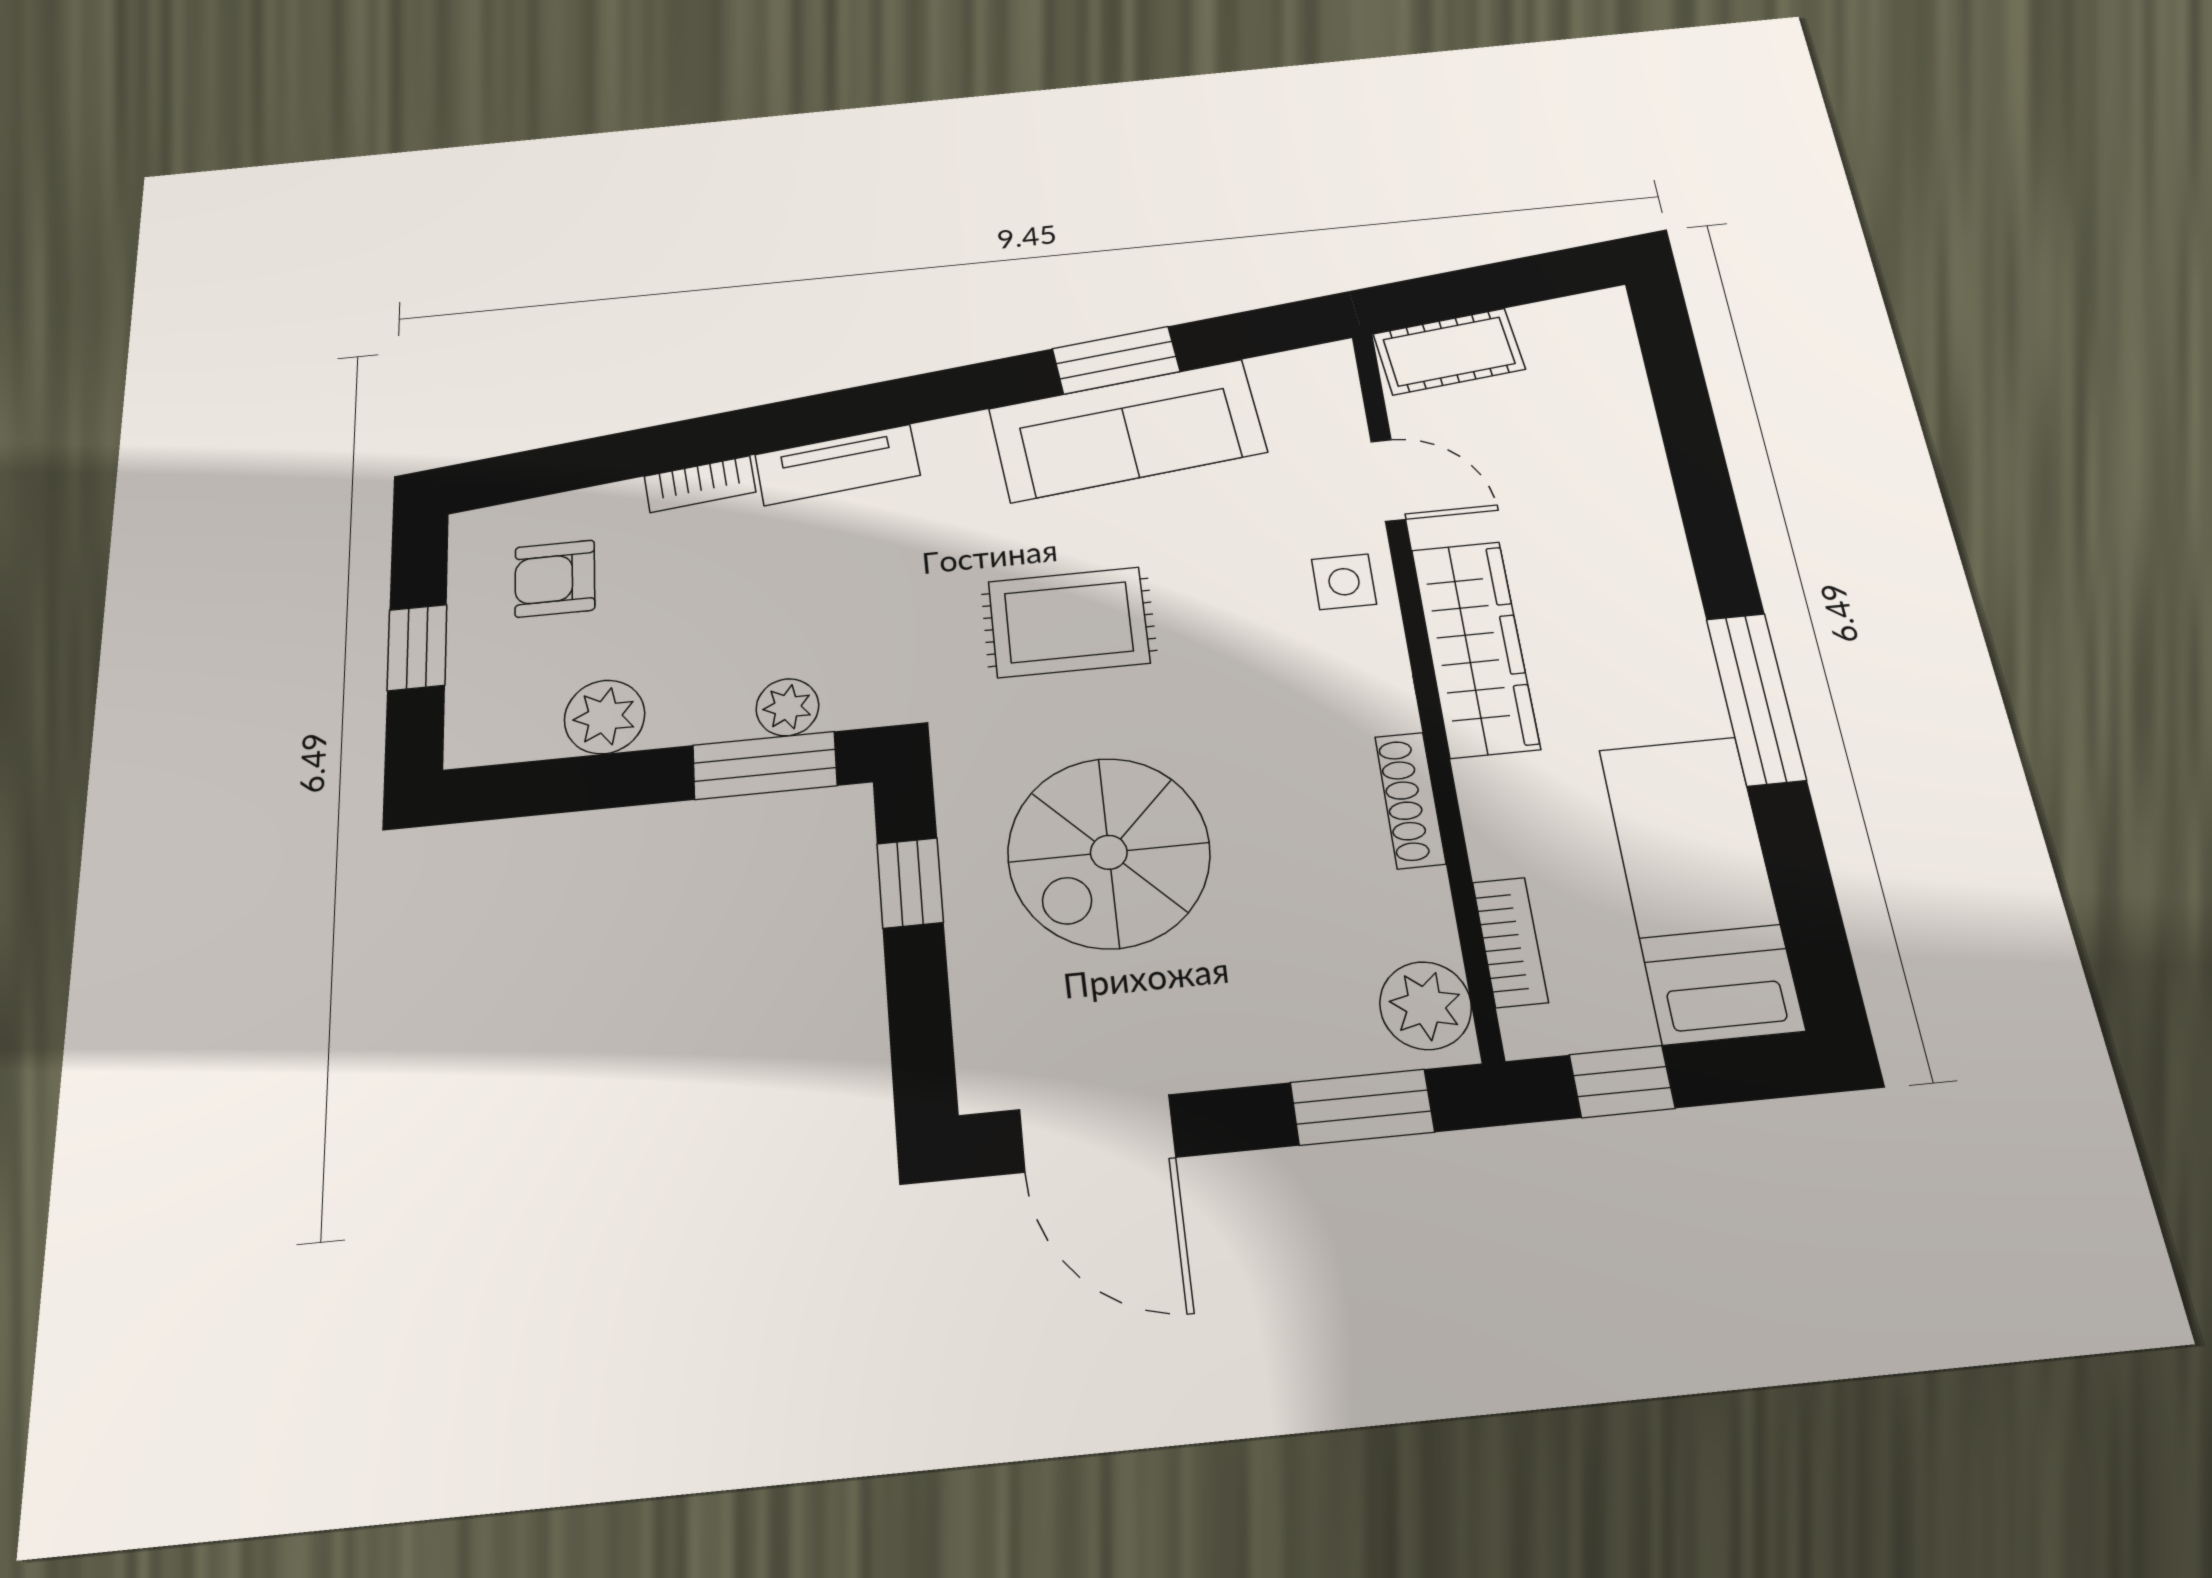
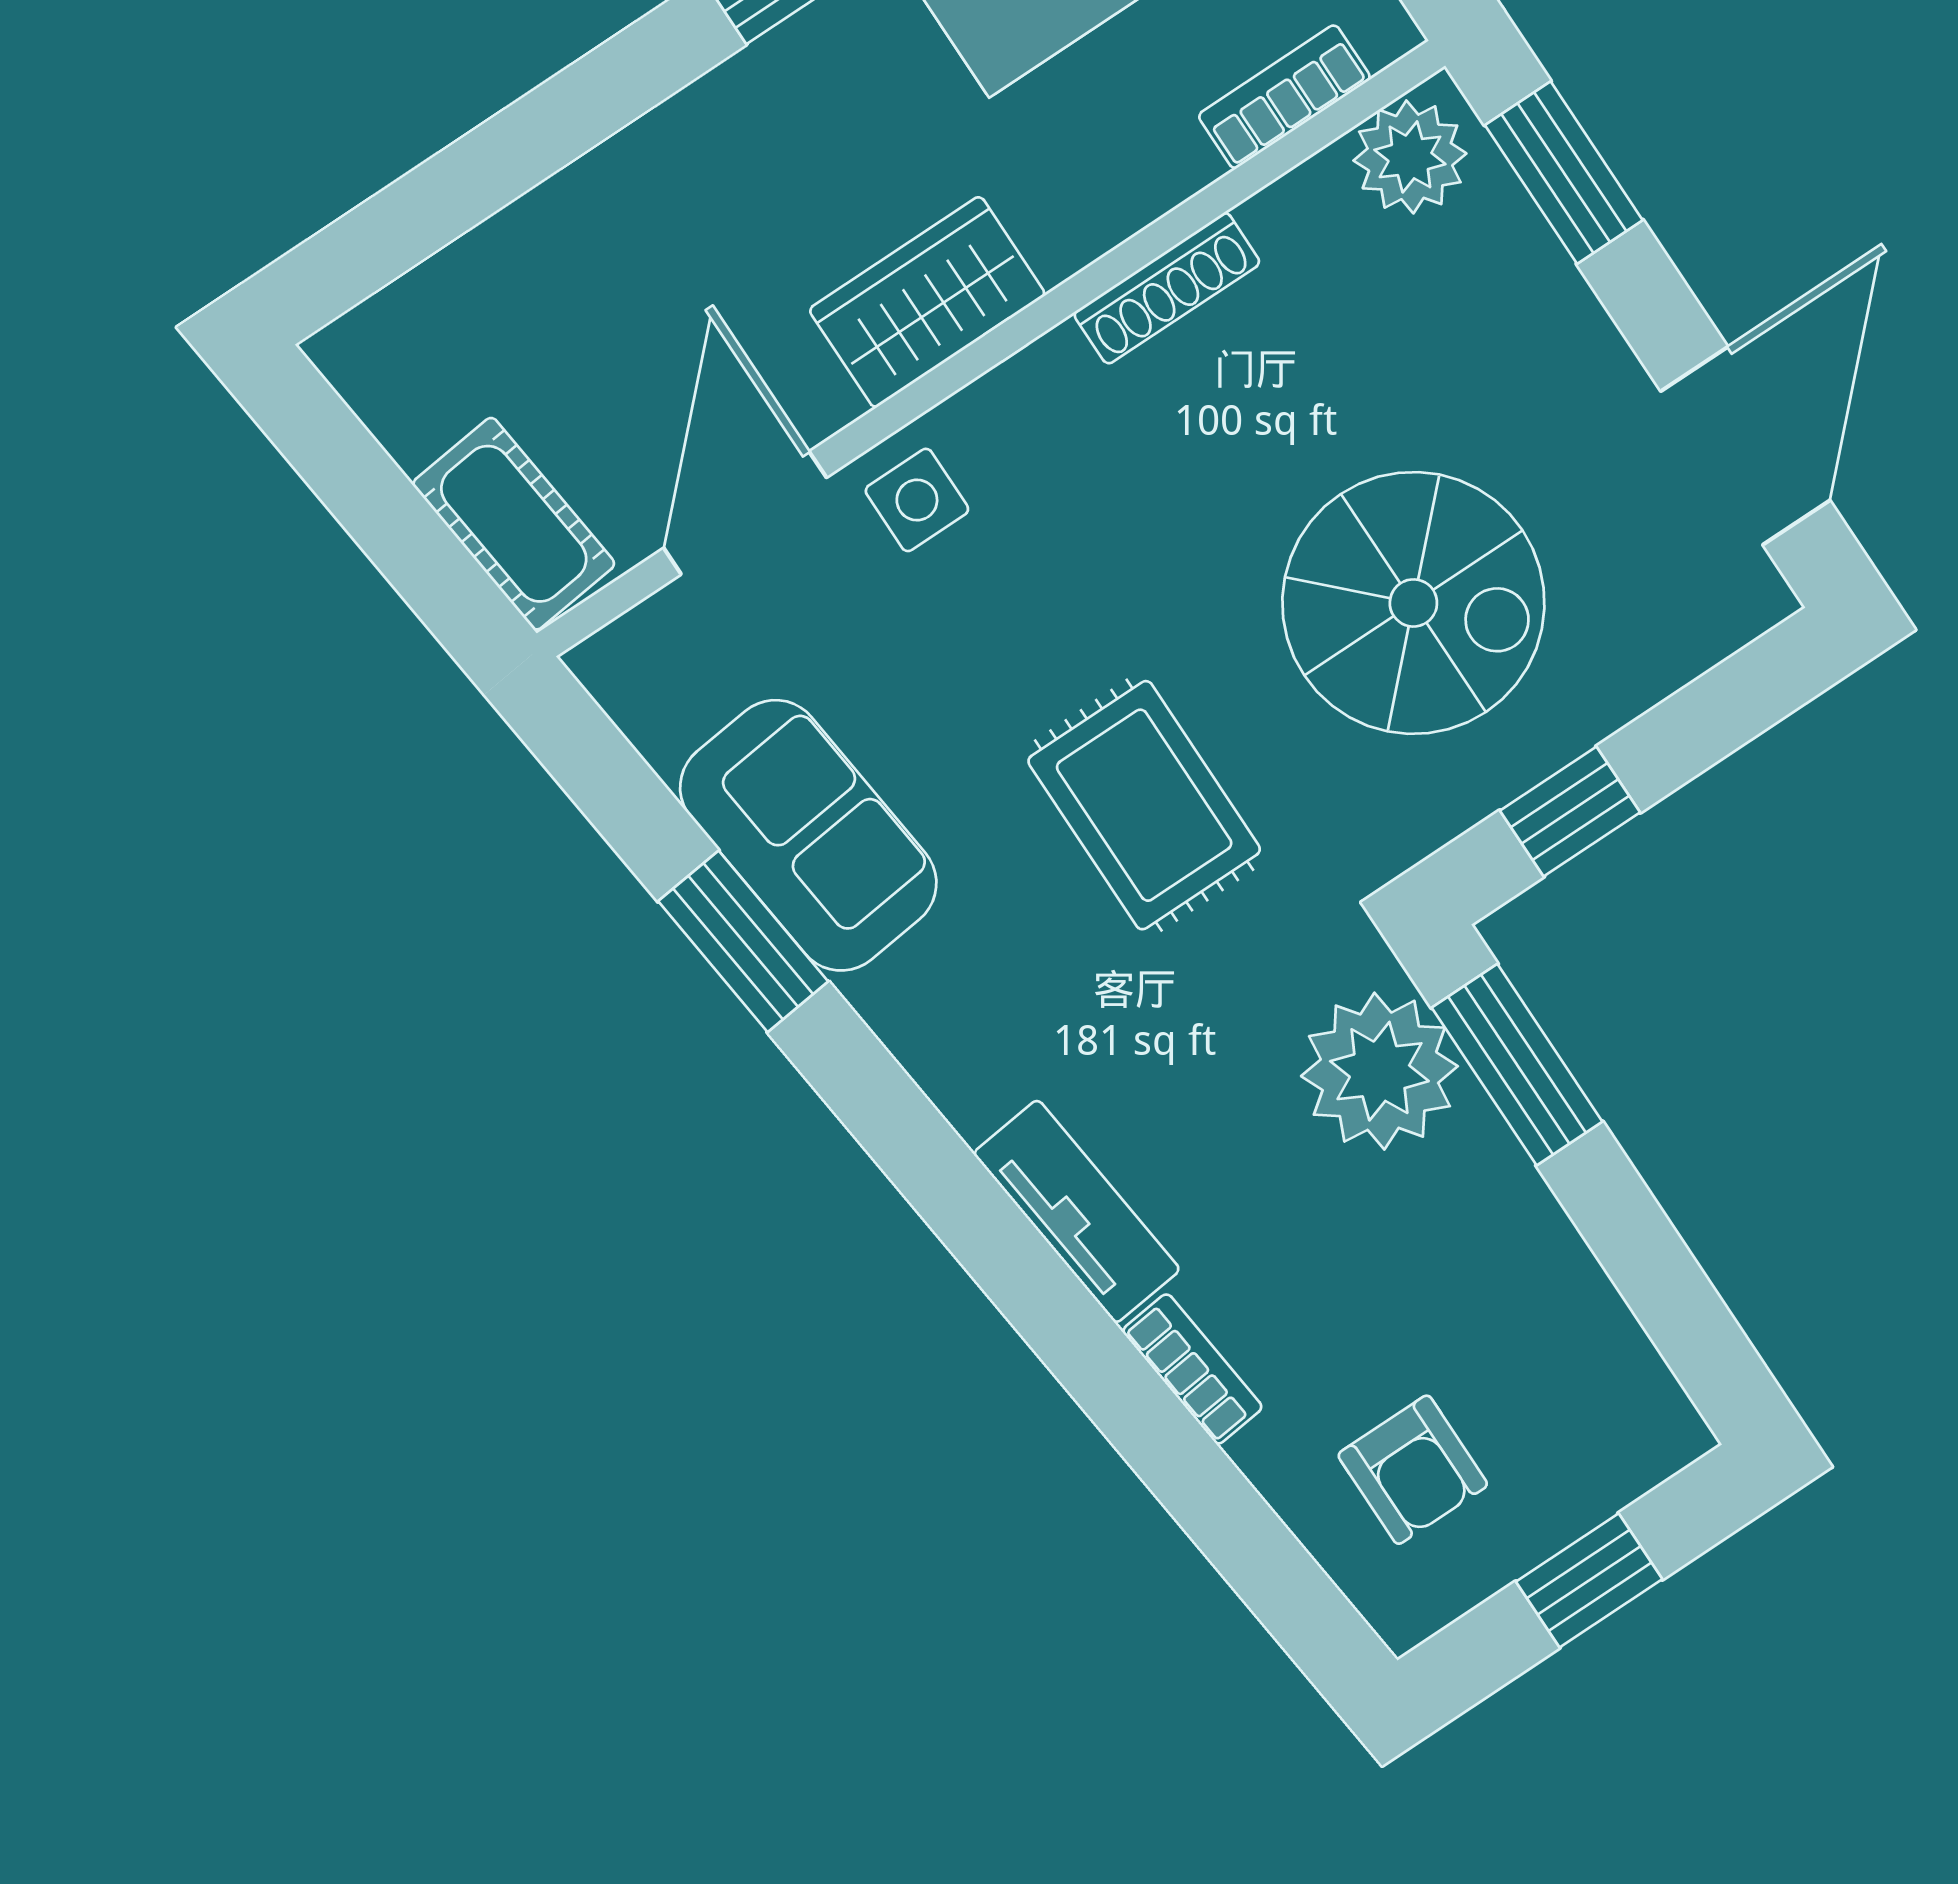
sofa: (1127, 431) -> (808, 835), width x0.73
door: (1388, 480) -> (745, 513), width x1.38
wardrobe: (1475, 648) -> (927, 302), width x0.67
plant: (787, 707) -> (1379, 1071), width x1.88, depth x1.88
plant: (605, 717) -> (1557, 1294), removed

